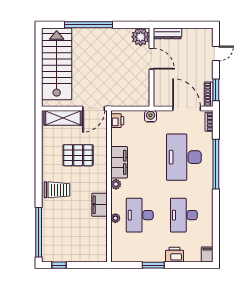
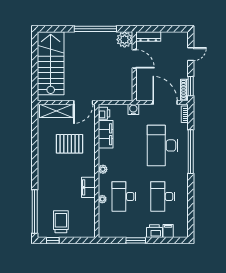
window: (88, 25) -> (95, 29), moved
filing cabinet: (119, 162) -> (106, 134), moved
trolley: (57, 190) -> (61, 222), moved, turned -90
filing cabinet: (207, 254) -> (168, 231), moved

